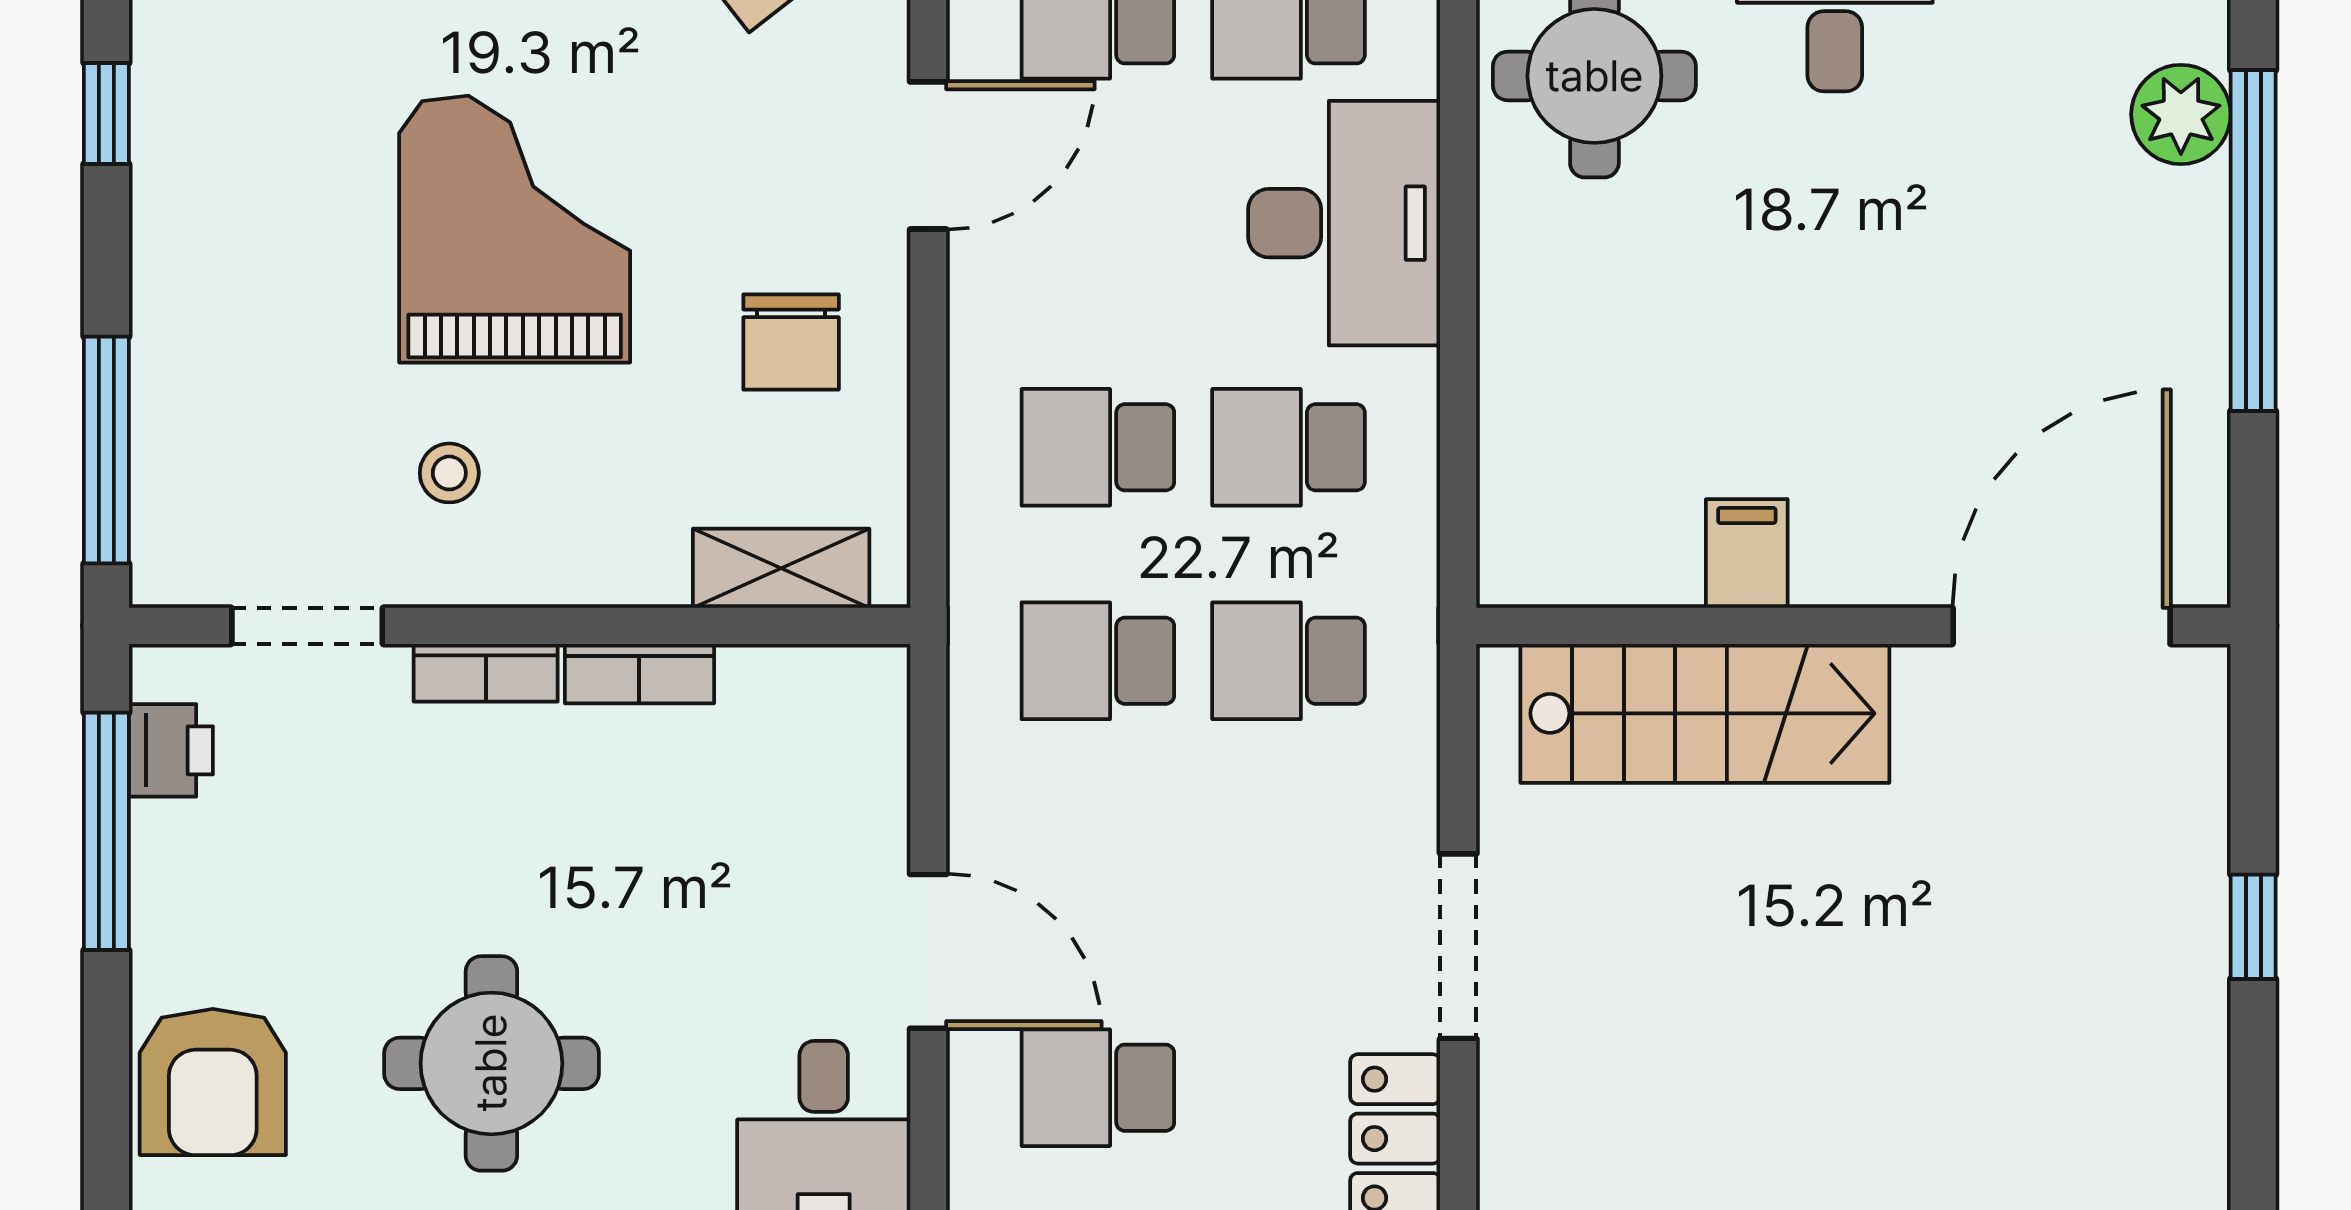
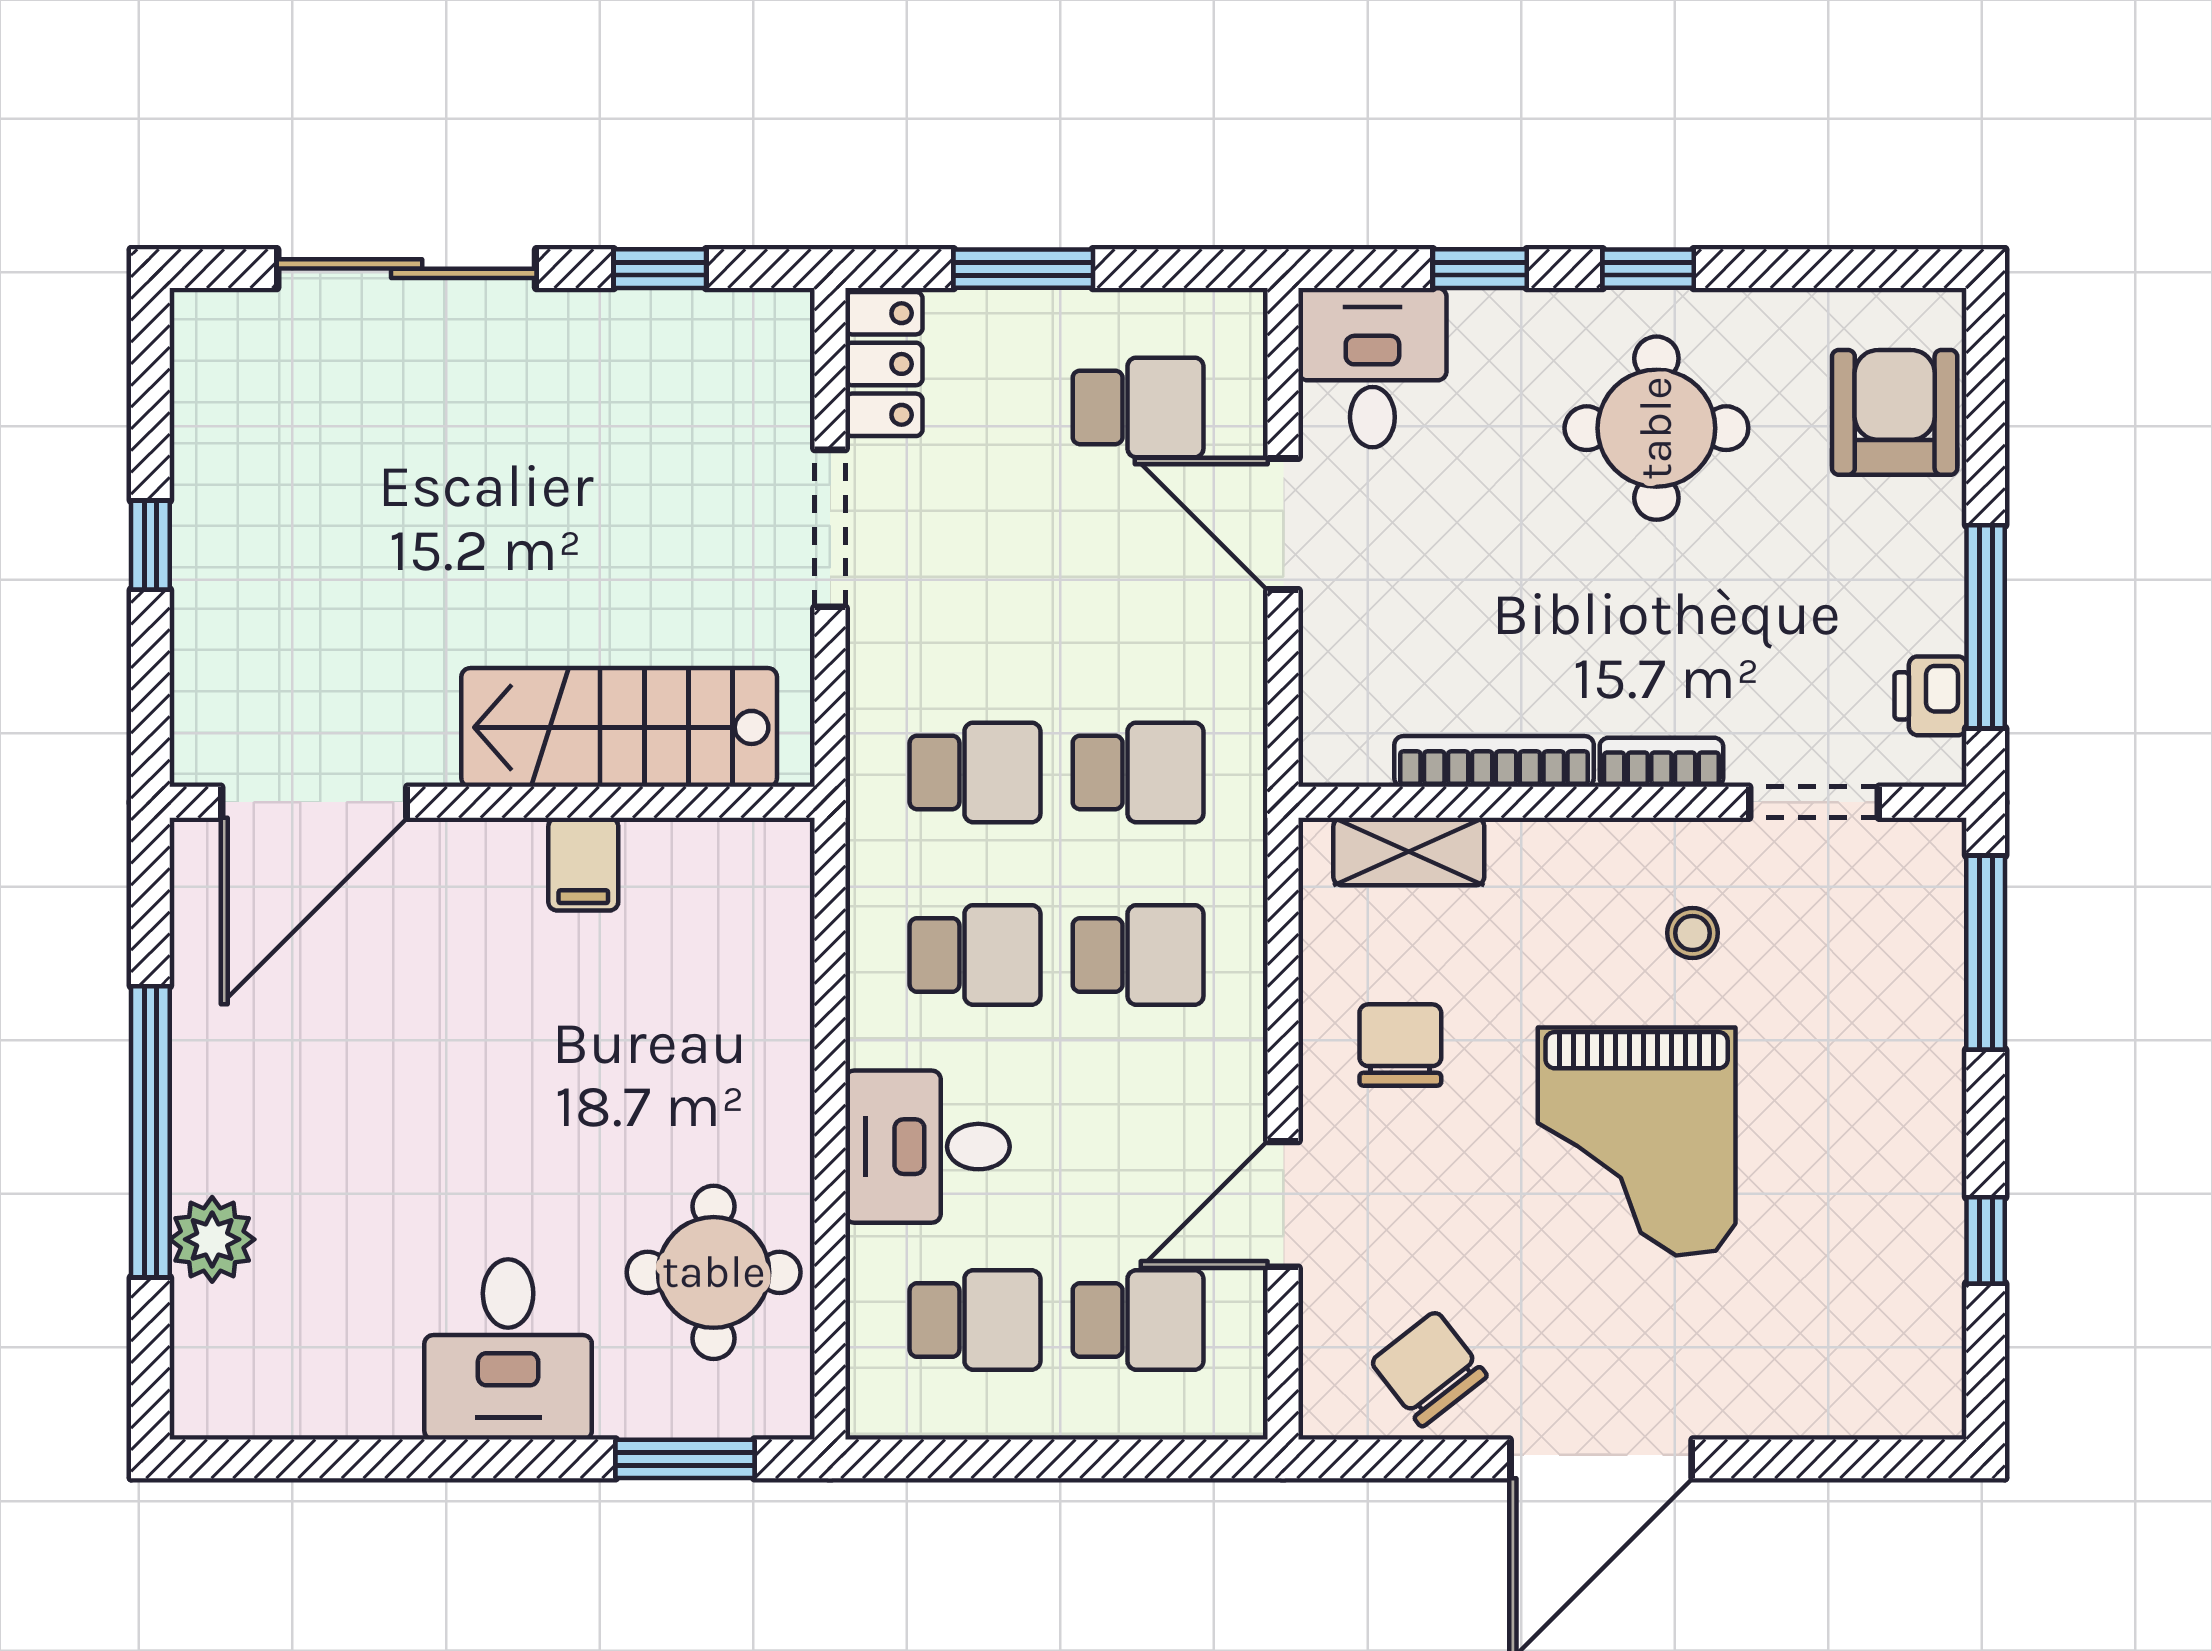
desk: (1344, 223) -> (927, 1147), width x0.73
bookcase: (639, 674) -> (1494, 761), width x1.56

